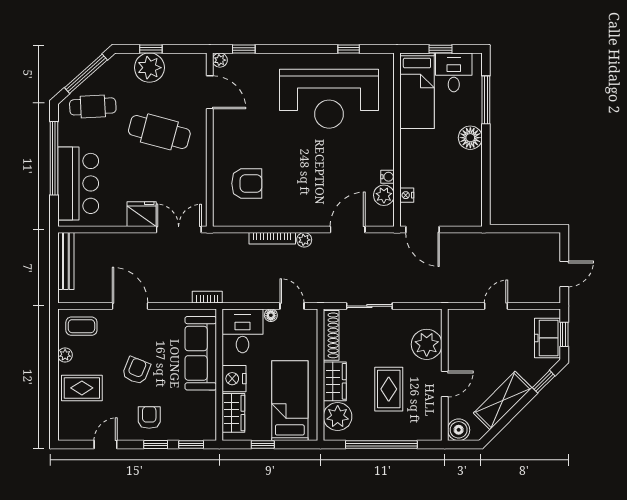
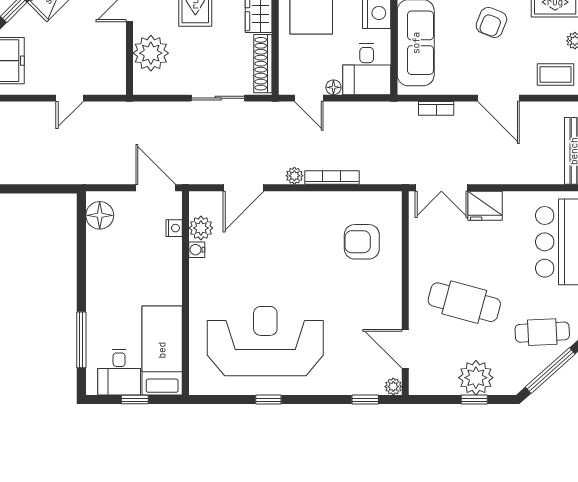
window: (349, 49) -> (268, 400), moved
floor lamp: (470, 138) -> (100, 215), moved
bookcase: (207, 297) -> (436, 108), moved

